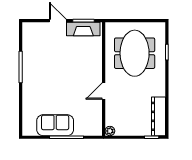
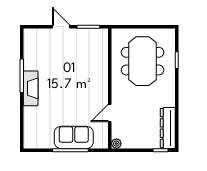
fireplace: (83, 29) -> (31, 88), moved, turned -90
door: (104, 91) -> (110, 113), moved
sofa: (55, 125) -> (74, 137), moved

